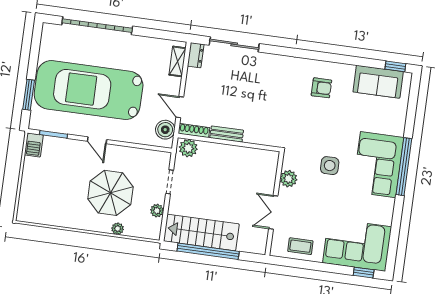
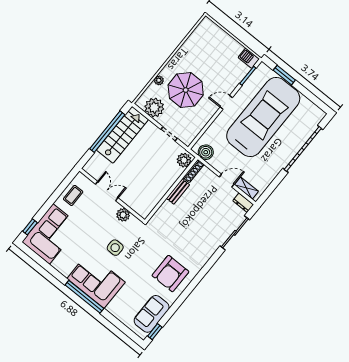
armchair: (321, 88) -> (170, 274), width x1.88, depth x1.88
door: (180, 107) -> (227, 181), moved
plant: (157, 211) -> (154, 108), width x1.87, depth x1.87

